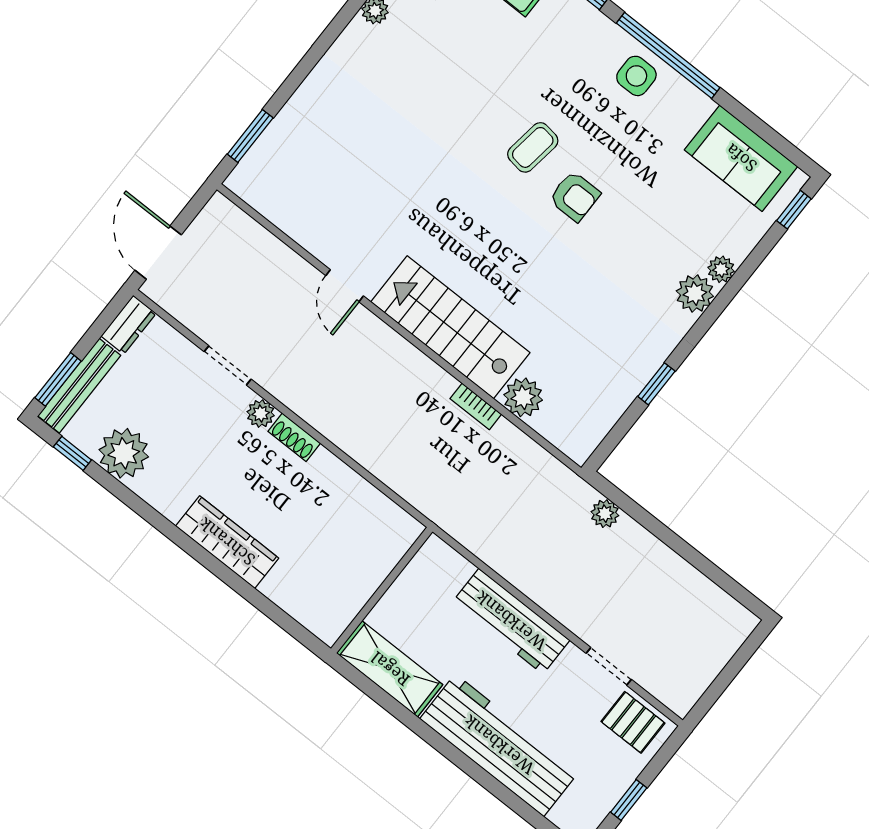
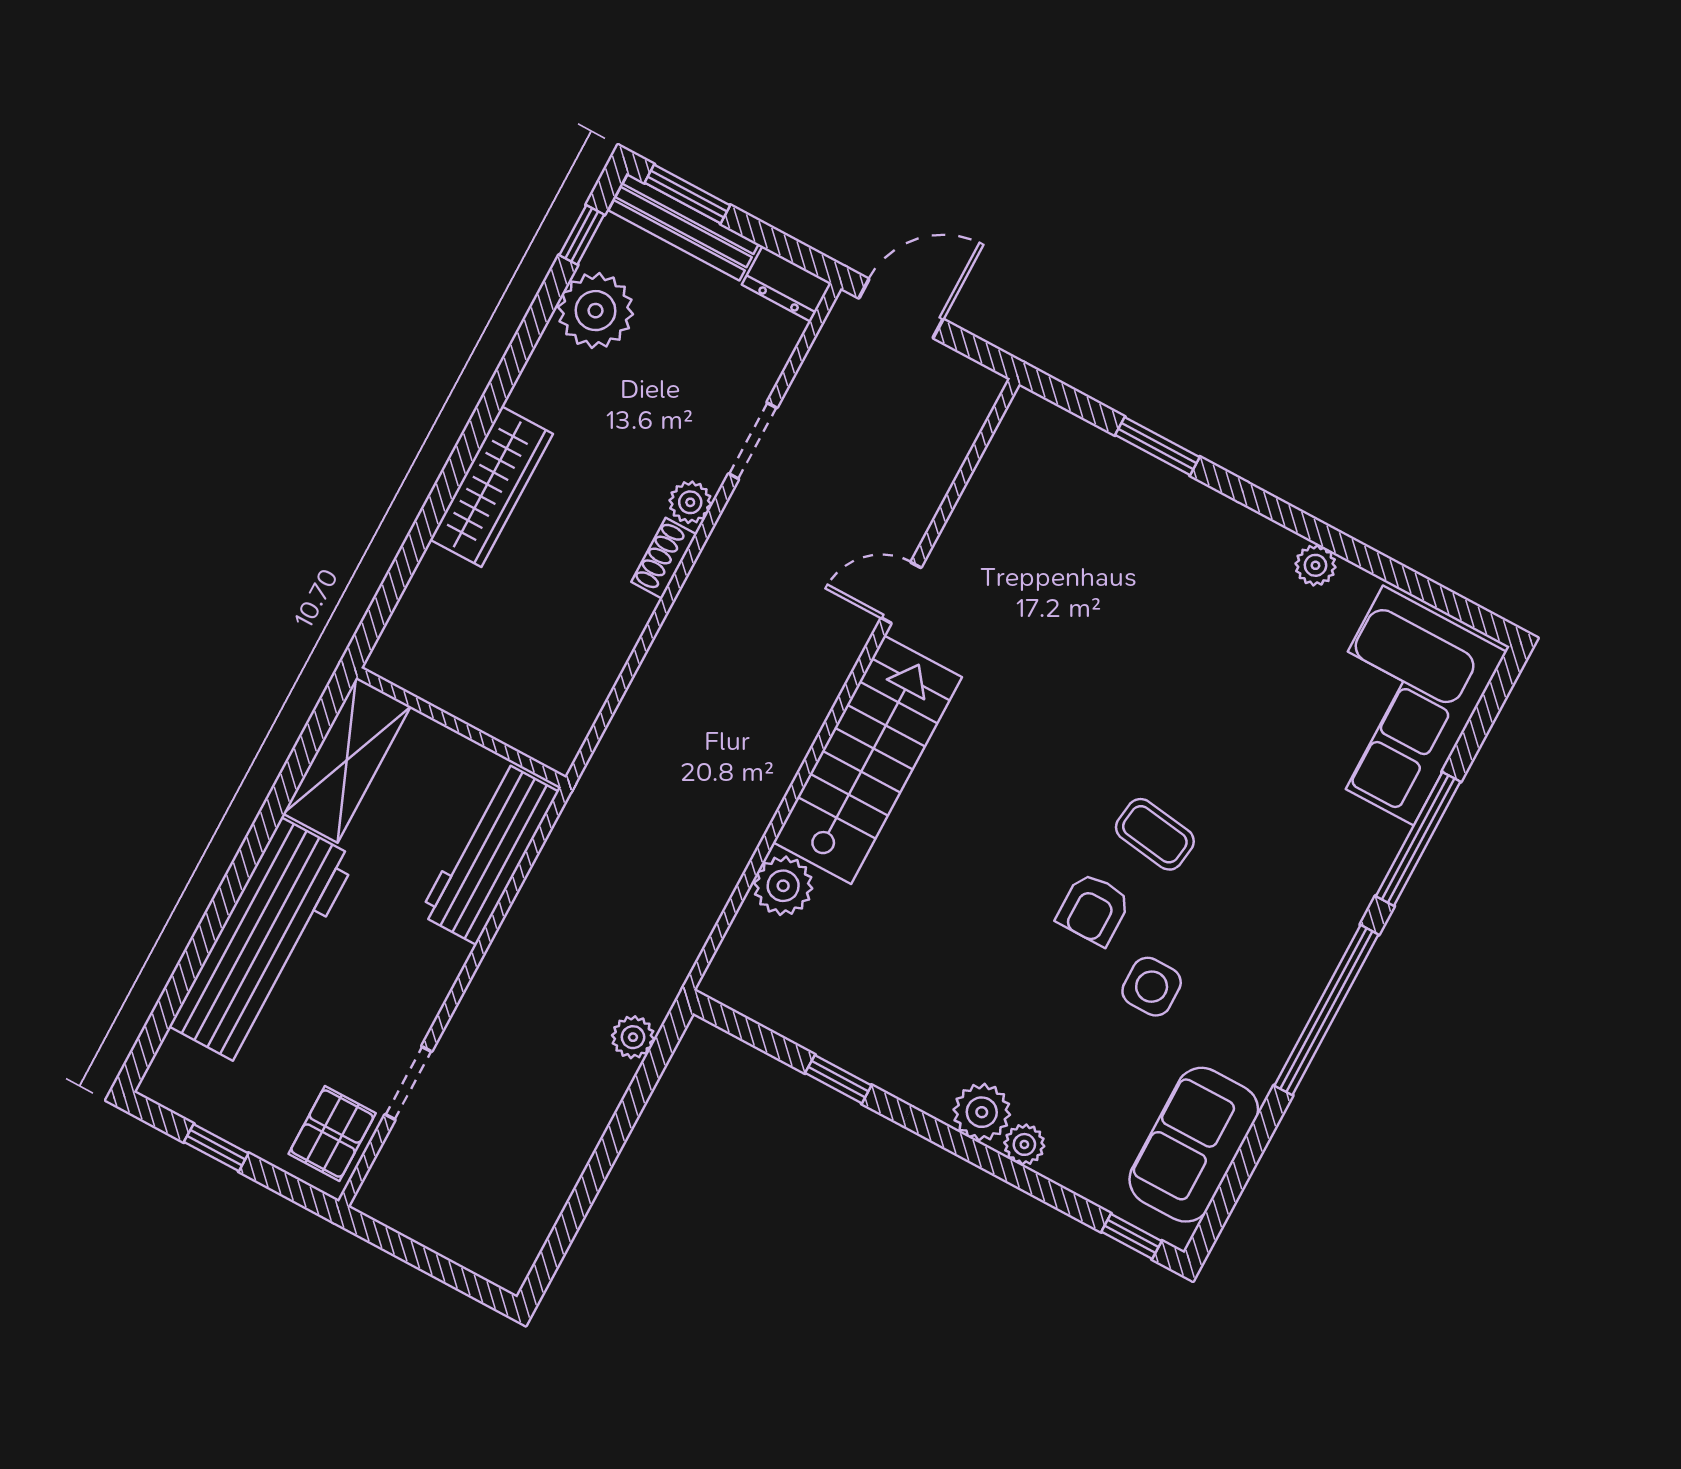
side table: (636, 76) -> (1152, 987), moved
window: (250, 136) -> (1157, 446), moved
bookcase: (476, 406) -> (757, 818), removed
workbench: (511, 621) -> (489, 853), moved

